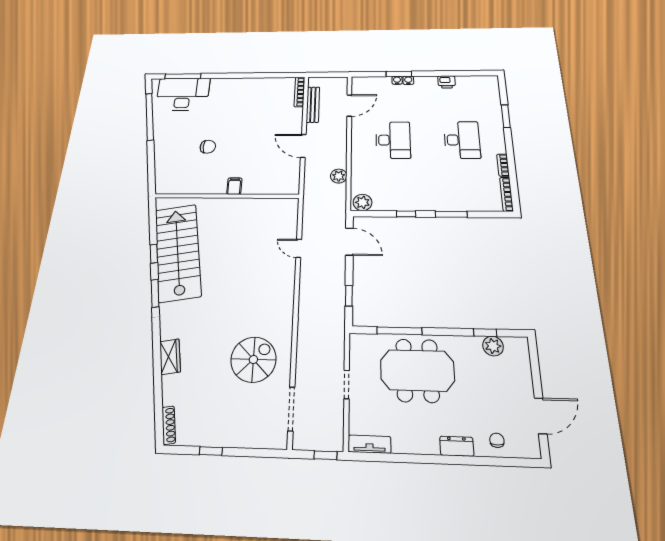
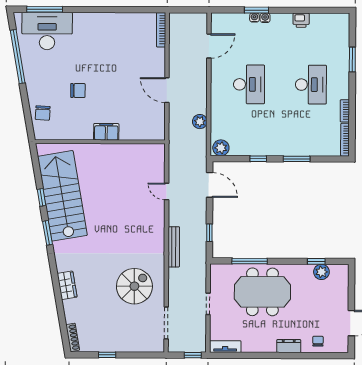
bench: (313, 105) -> (174, 247), moved
chair: (168, 168) -> (43, 113), added
filing cabinet: (234, 186) -> (106, 132), width x2.00

